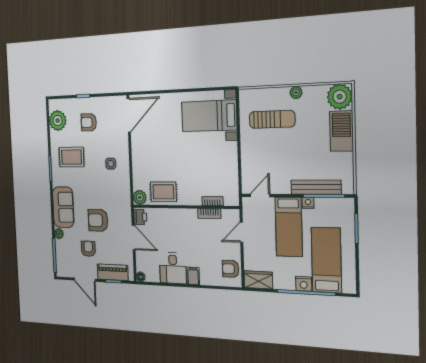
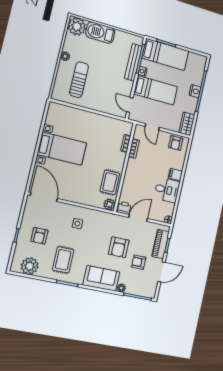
bed with nightstands: (209, 116) -> (62, 149), moved, turned -90
bed: (326, 260) -> (165, 55), moved, turned 180

